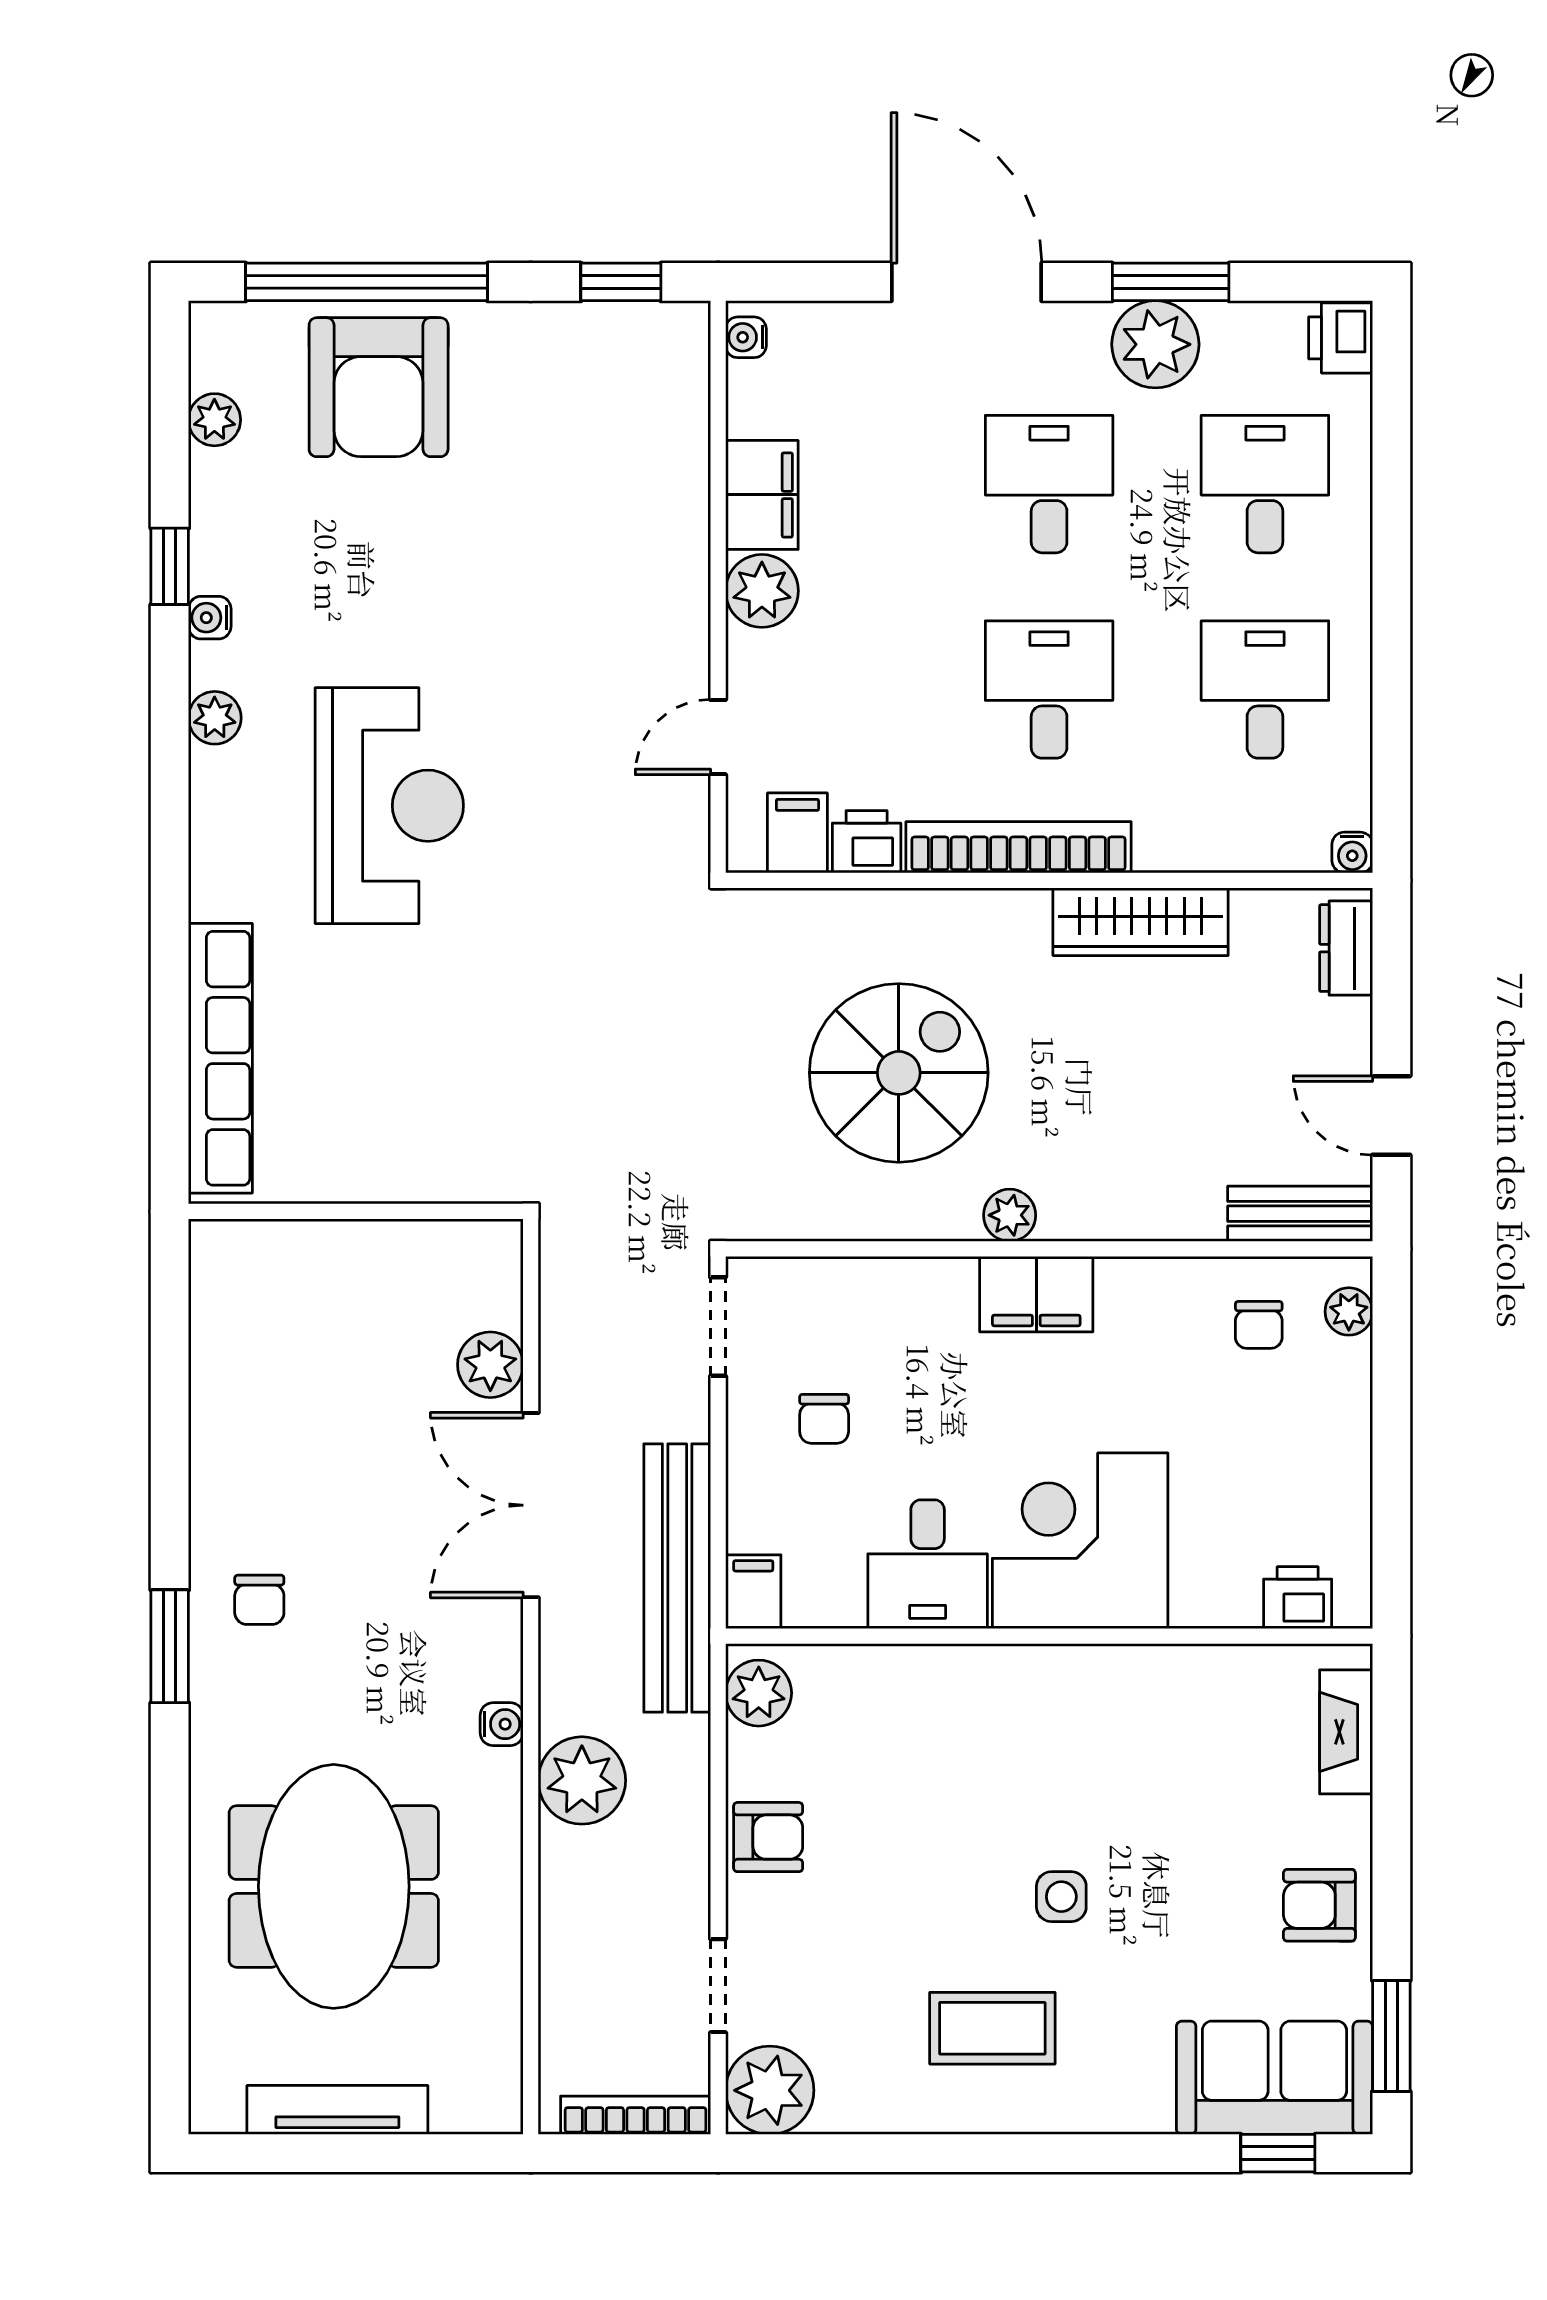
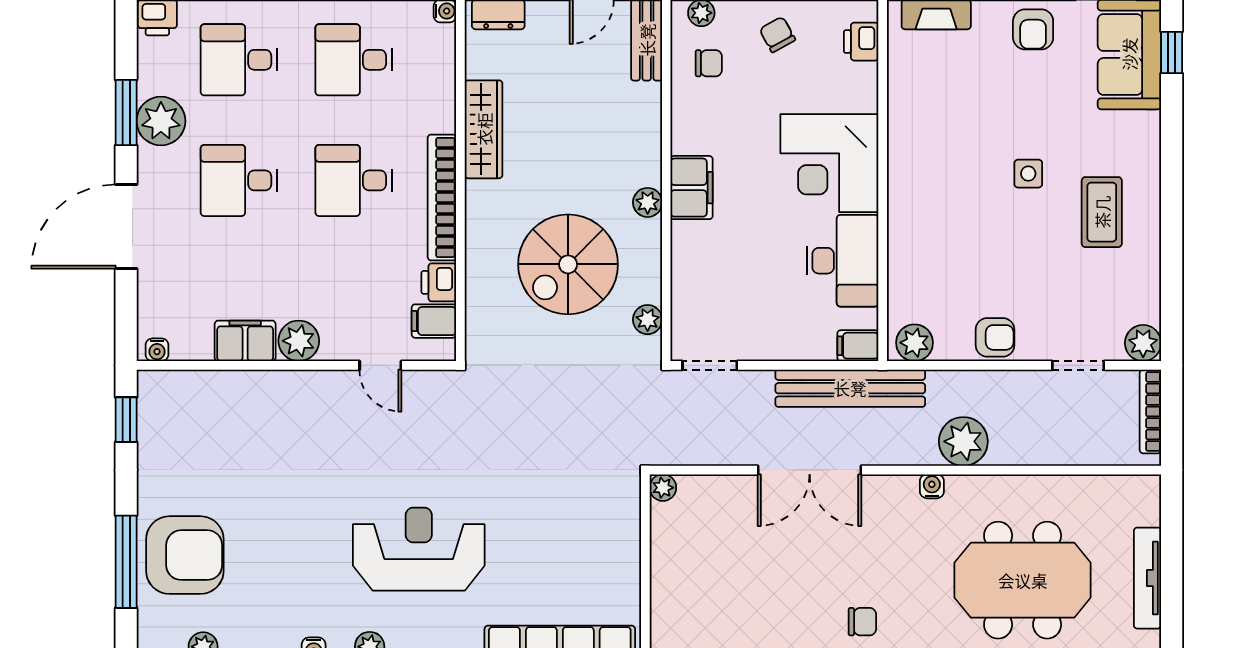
window: (367, 282) -> (126, 562), width x0.68
spiral stairs: (899, 1073) -> (568, 264), turned -90
plant: (800, 1215) -> (648, 320), added
plant: (490, 1365) -> (663, 488), moved, width x0.73, depth x0.73
chair: (824, 1419) -> (777, 34), moved, turned -119
desk: (928, 1564) -> (842, 261), width x1.37
armchair: (768, 1837) -> (995, 337), turned 90
plant: (770, 2090) -> (1143, 343), width x0.73, depth x0.73

